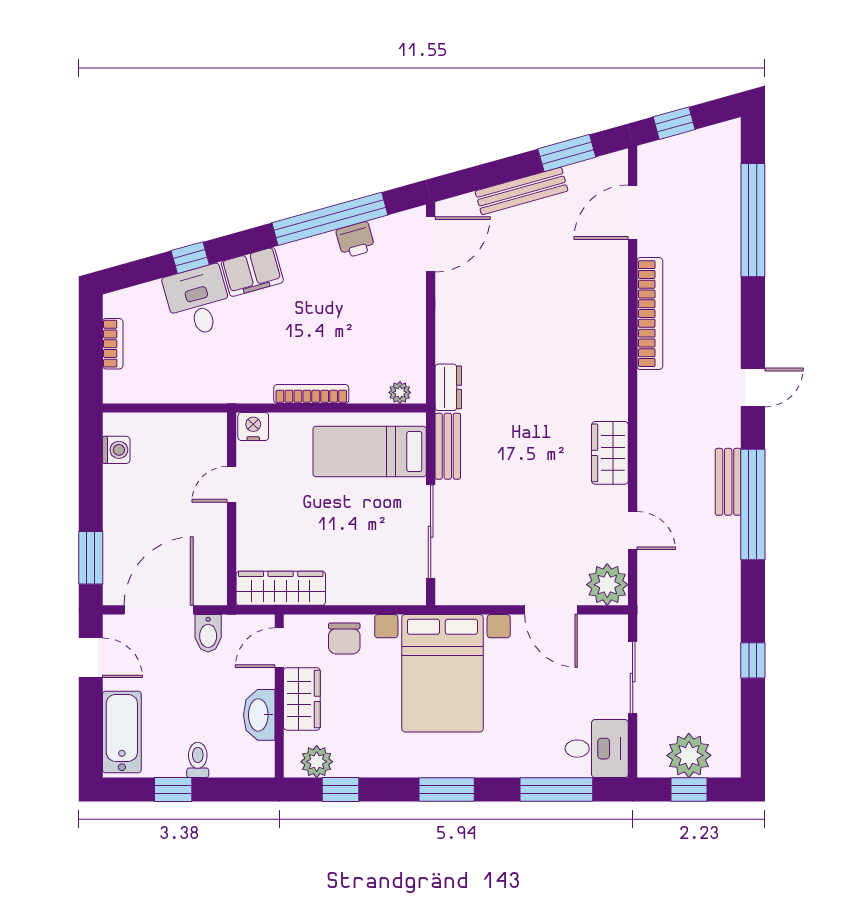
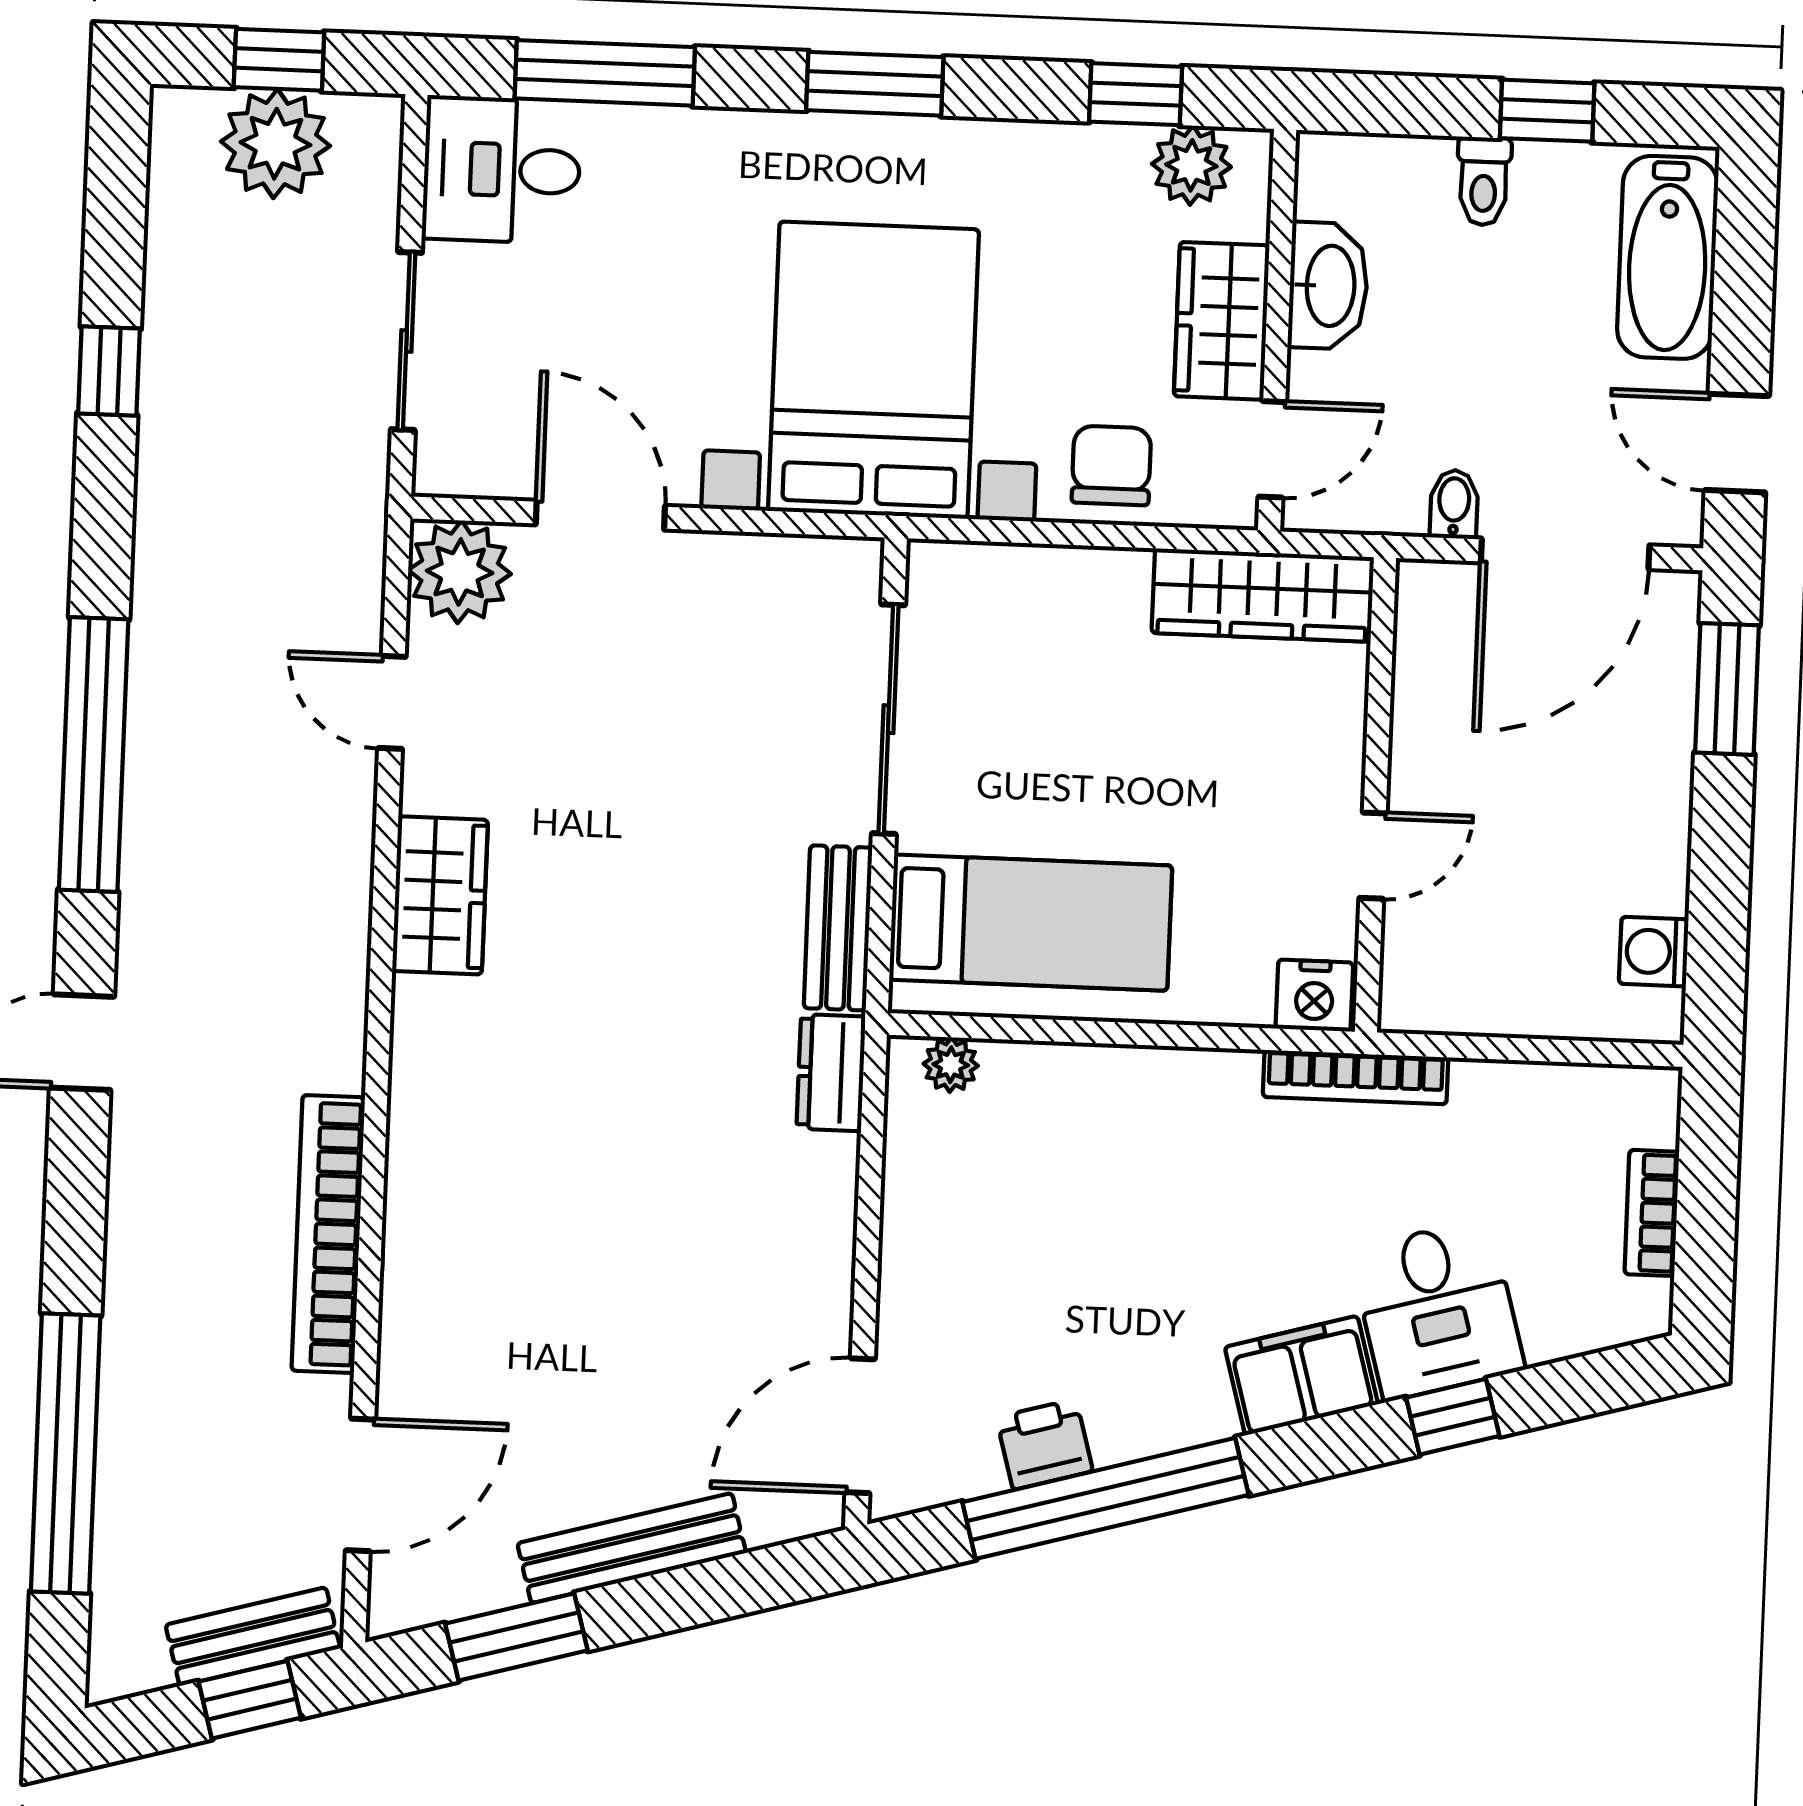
bookcase: (311, 394) -> (1356, 1077), moved
bench: (728, 482) -> (253, 1637), moved, turned 74
bidet: (208, 633) -> (1454, 504), width x0.72, depth x0.74

